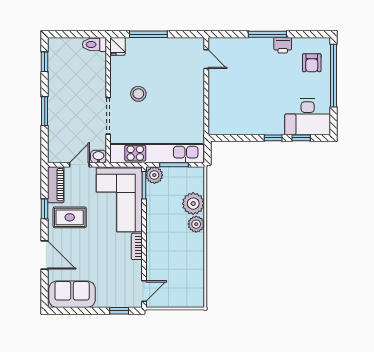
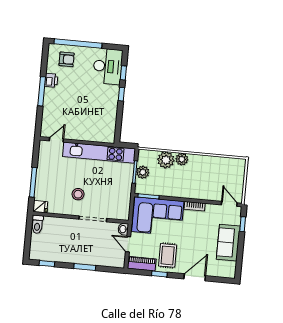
kitchen unit: (157, 153) -> (99, 153), moved, turned -90
plant: (154, 175) -> (143, 172), moved
sofa: (72, 294) -> (228, 243), moved

